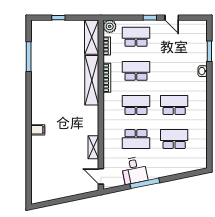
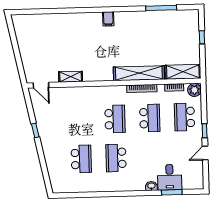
school desk: (136, 37) -> (185, 117), turned 180
school desk: (174, 105) -> (116, 158), turned 180
filing cabinet: (38, 130) -> (108, 19), moved
school desk: (136, 139) -> (80, 120), removed
desk: (134, 170) -> (170, 177), moved, turned -78
door: (101, 176) -> (41, 85), swing flipped
window: (145, 183) -> (35, 130), width x0.46

